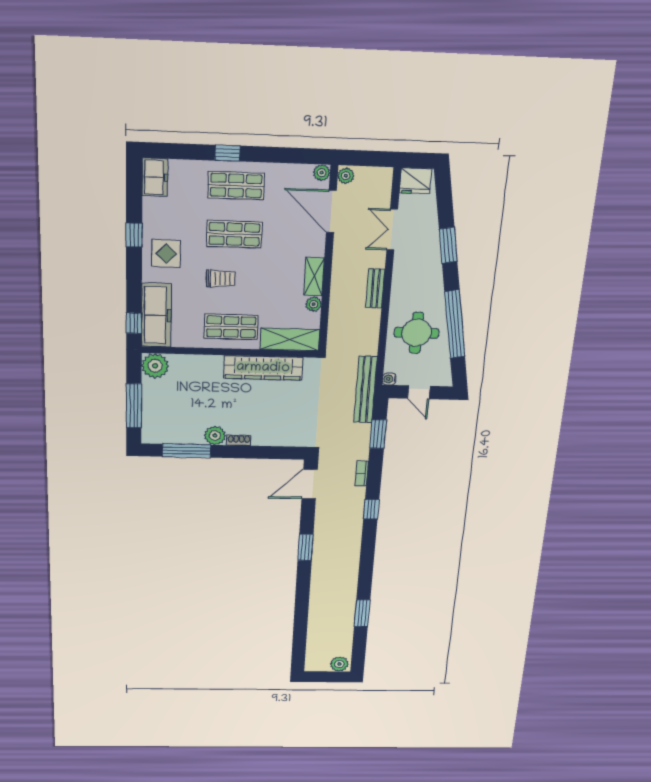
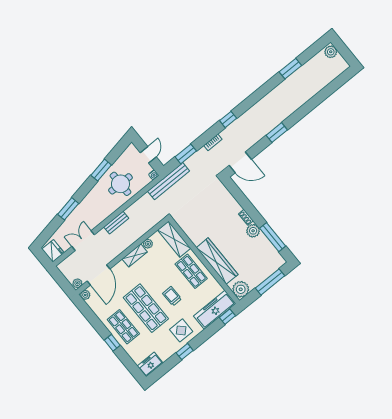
double door: (392, 230) -> (83, 241), swing flipped
shop shelf: (234, 234) -> (146, 308), width x1.43, depth x1.36
window: (455, 324) -> (101, 170), width x0.47
wardrobe: (263, 368) -> (217, 261), moved

